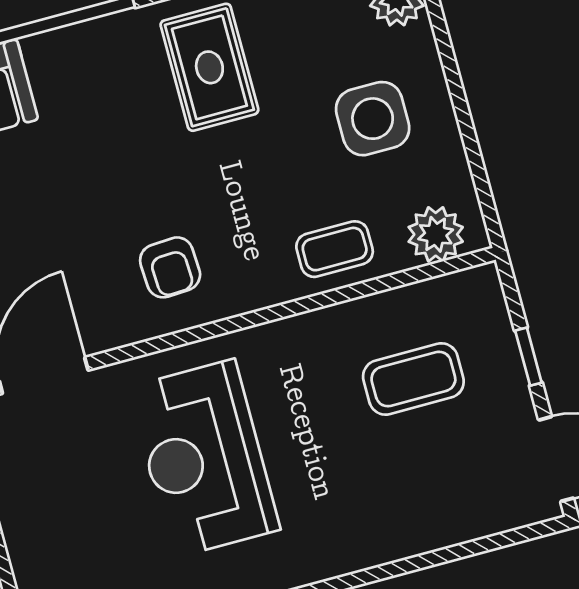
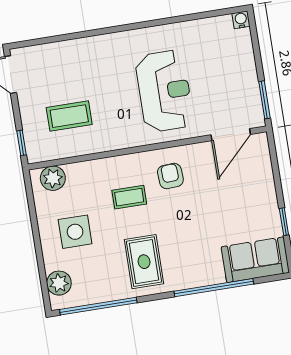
coffee table: (335, 249) -> (129, 197), moved
window: (528, 357) -> (21, 143), moved

